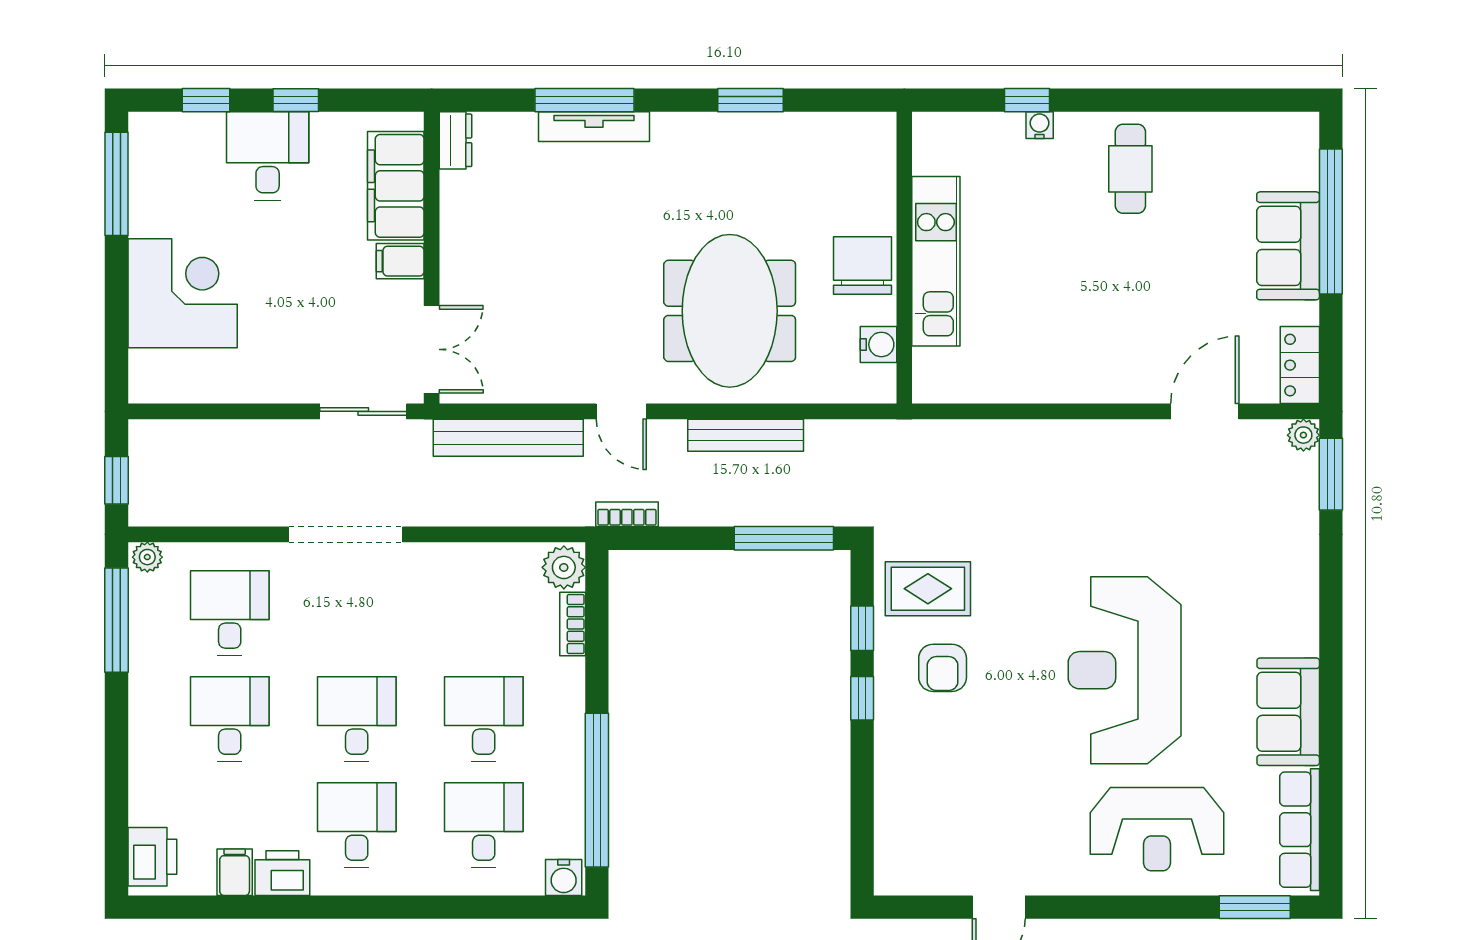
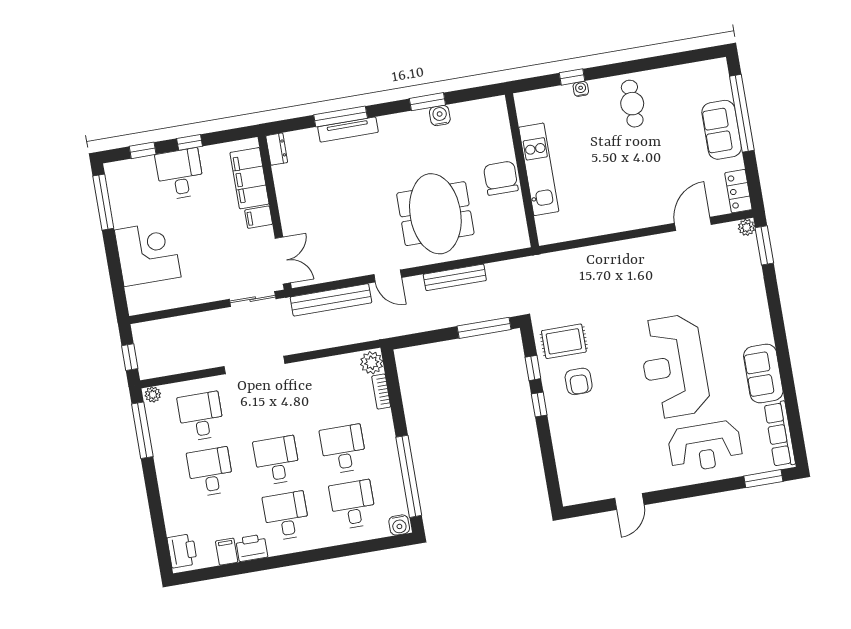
water cooler: (878, 344) -> (440, 116), moved, turned -90
bookcase: (627, 514) -> (400, 329), removed

